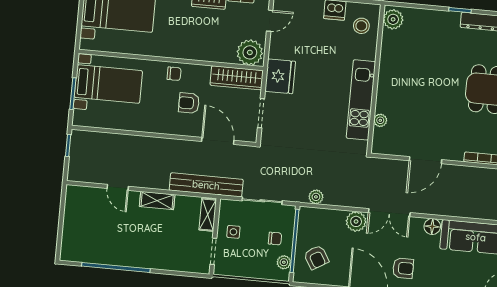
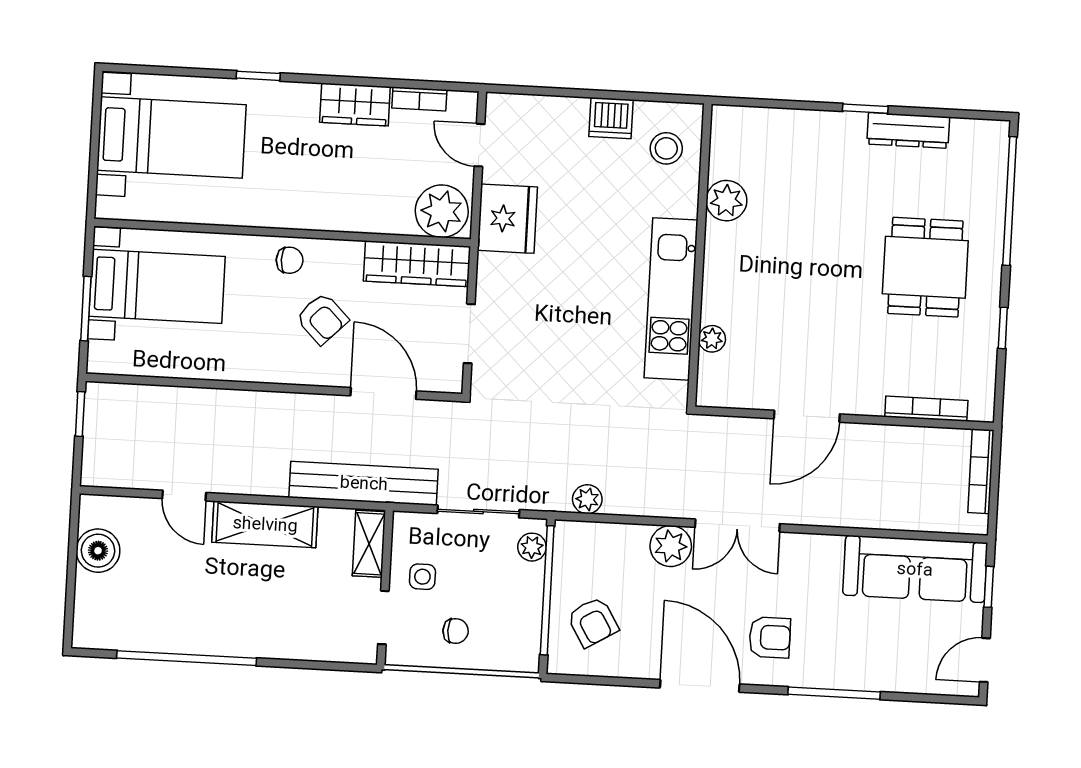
plant: (393, 19) -> (726, 201), moved
door: (270, 21) -> (480, 145), swing flipped
fridge: (280, 76) -> (507, 219), moved
armchair: (189, 103) -> (322, 319), turned -135
shelving: (157, 201) -> (265, 524), width x1.50, depth x1.33
boiler: (74, 213) -> (98, 551), added
floor lamp: (432, 227) -> (826, 550), removed
chair: (275, 239) -> (456, 631), moved
plant: (284, 262) -> (532, 547), moved

